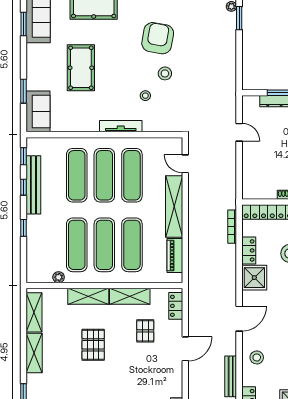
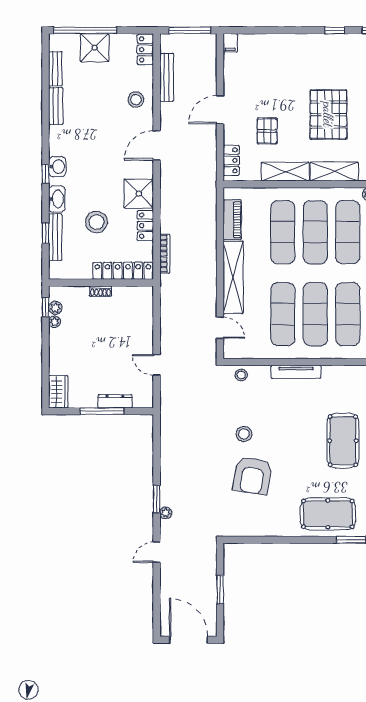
stool: (145, 96) -> (241, 375), moved
pallet: (93, 345) -> (328, 115), width x1.37, depth x1.41

